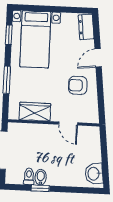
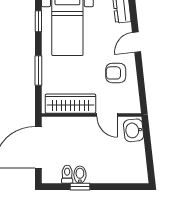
wardrobe: (35, 112) -> (70, 104), width x1.50
washbasin: (94, 174) -> (133, 130), moved

